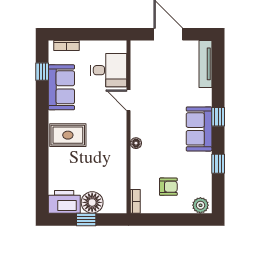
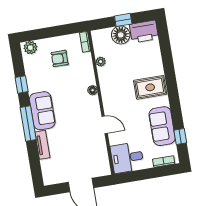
tv unit: (205, 64) -> (42, 145), moved, width x0.71
desk: (109, 70) -> (127, 158), moved
window: (218, 117) -> (28, 123), width x2.17
plant: (121, 175) -> (101, 62), added

